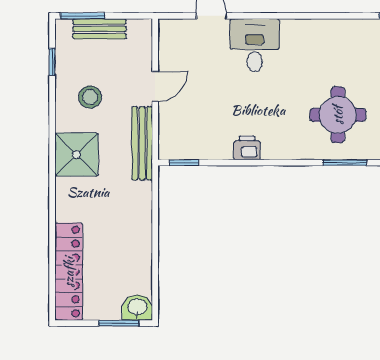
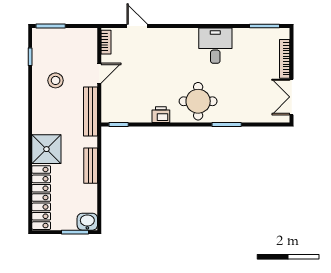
bench: (99, 29) -> (91, 166), moved, turned 90
bookcase: (165, 40) -> (106, 42), added
desk: (255, 45) -> (215, 46), moved
round table: (338, 115) -> (198, 101), moved
shower: (76, 155) -> (46, 149), moved

